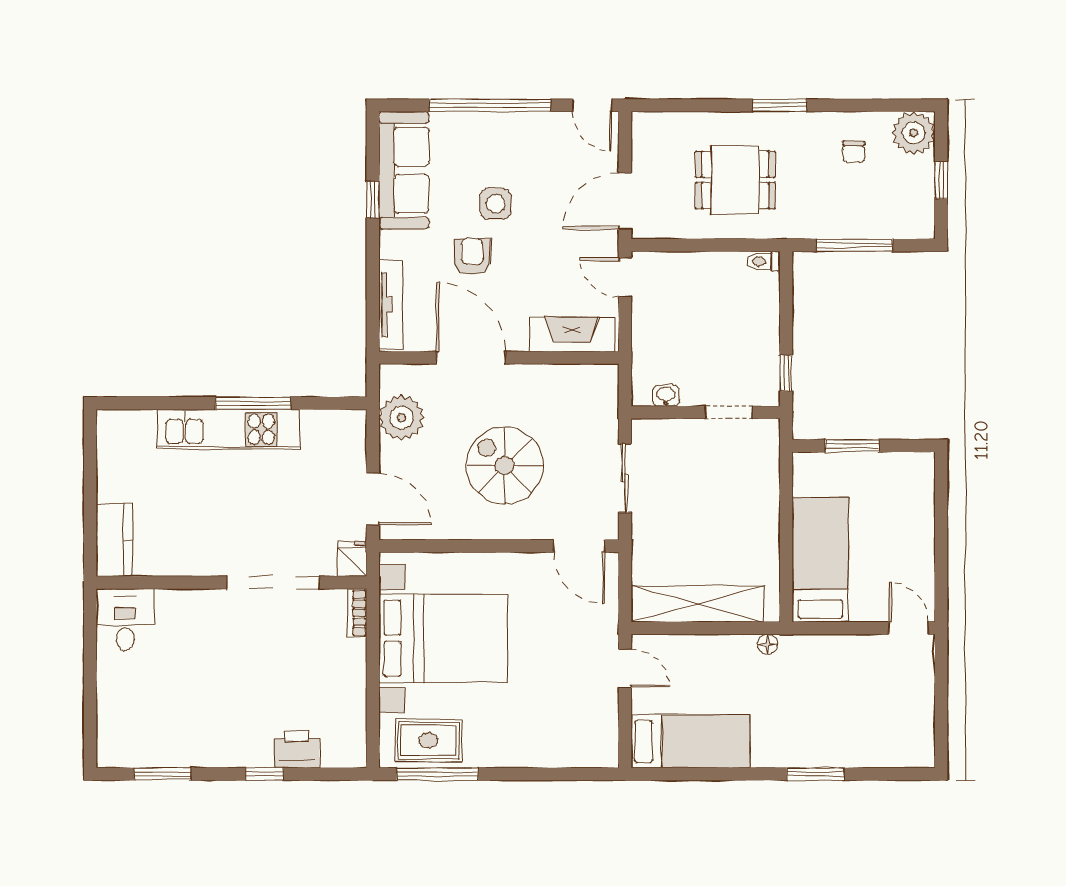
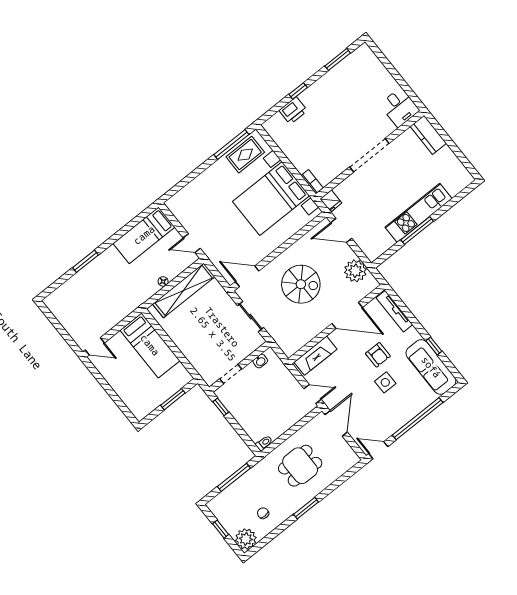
doorway: (273, 583) -> (369, 155), moved
floor lamp: (767, 644) -> (163, 281), moved

